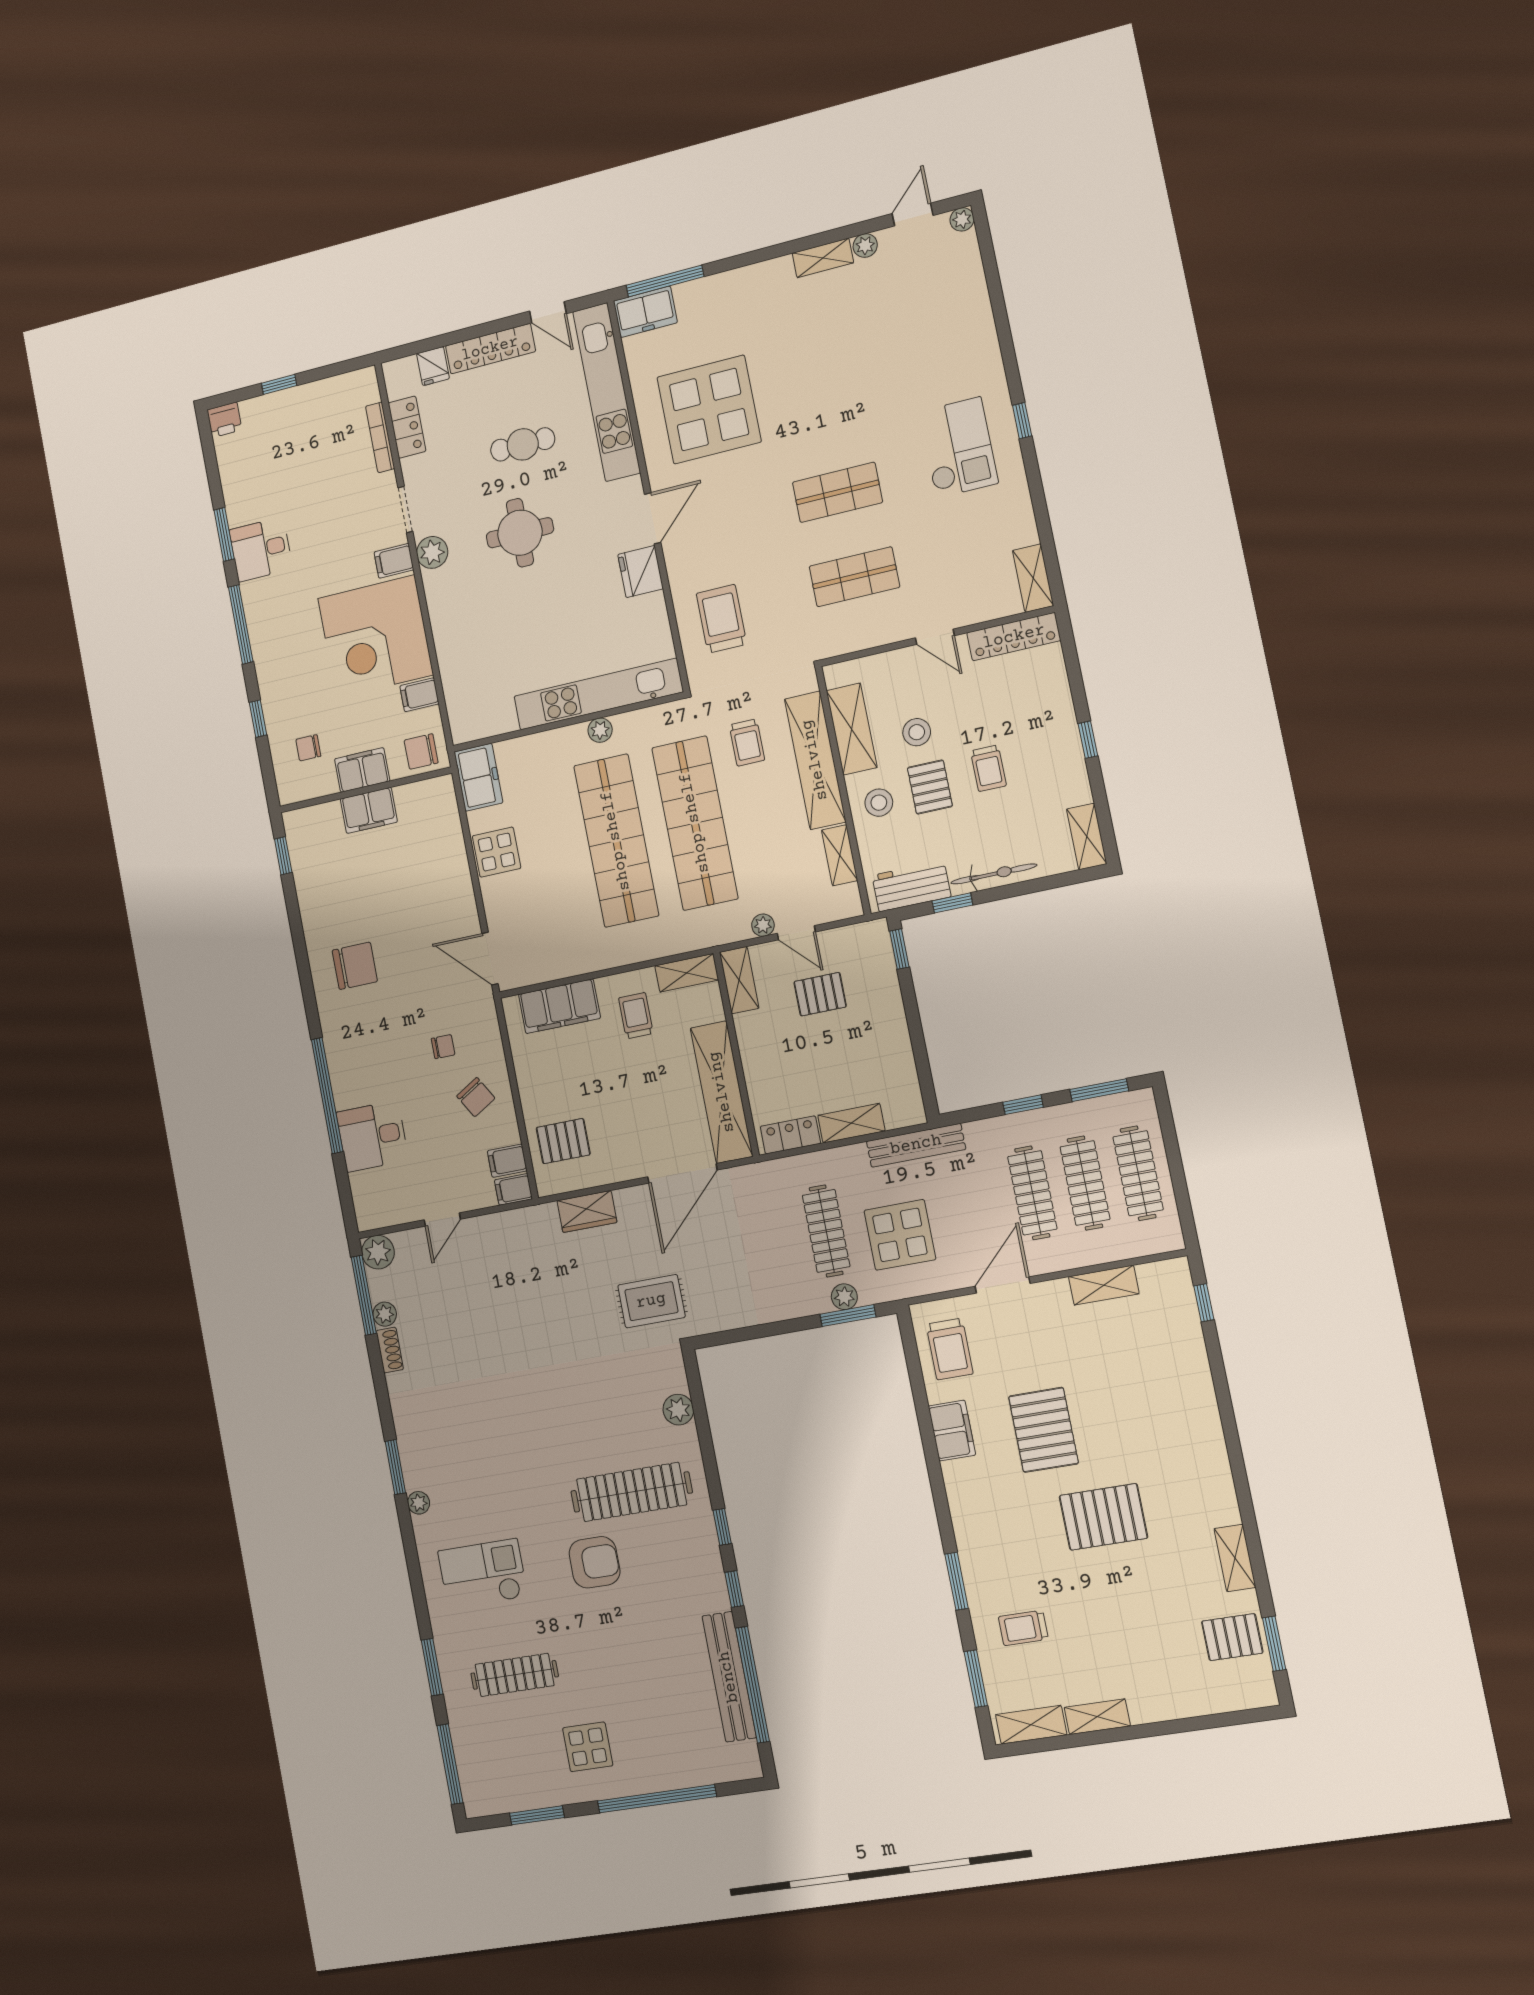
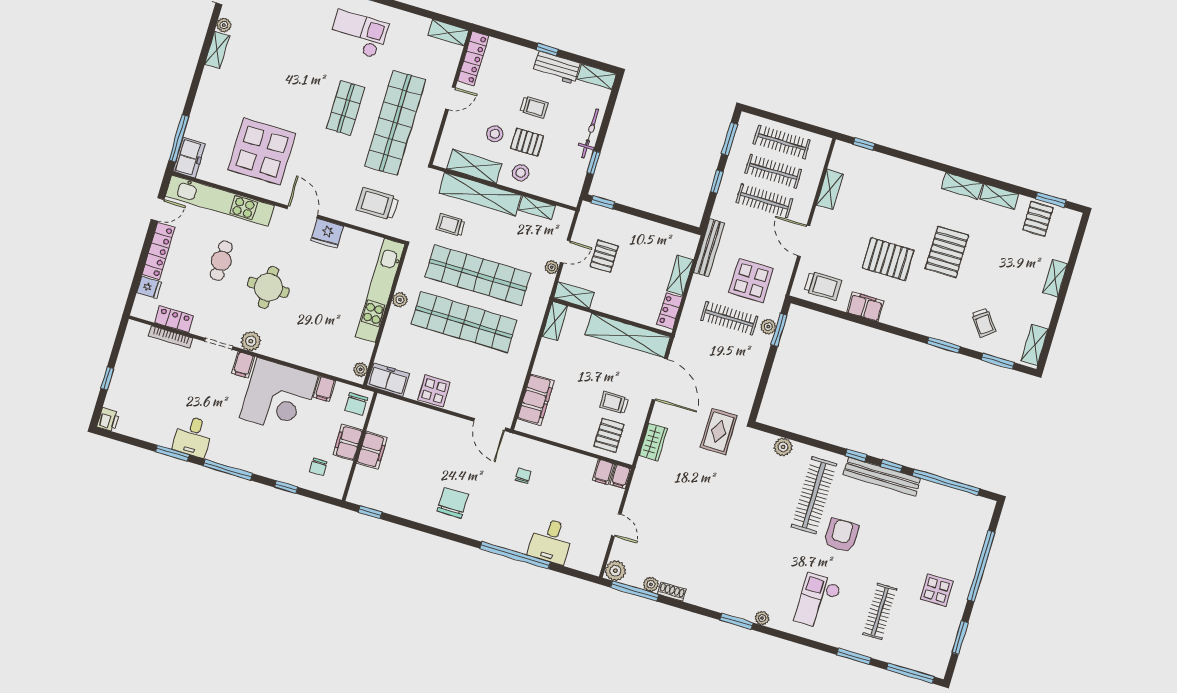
shop shelf: (854, 577) -> (395, 123), width x2.00, depth x1.36
plant: (473, 730) -> (360, 369), added
trolley: (747, 743) -> (451, 225), turned 180
workbench: (911, 886) -> (556, 68), moved, turned -90
door: (490, 959) -> (490, 425), hinge flipped
trolley: (636, 1016) -> (614, 403), moved
chair: (476, 1097) -> (560, 472), removed
shelving: (1220, 1490) -> (962, 186), added
trolley: (1023, 1628) -> (984, 323), turned -37
bench: (729, 1677) -> (882, 477), moved
shelving: (1097, 1717) -> (1055, 278), moved

